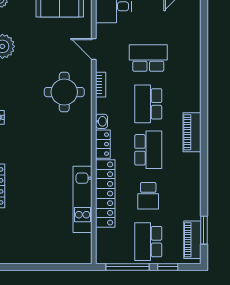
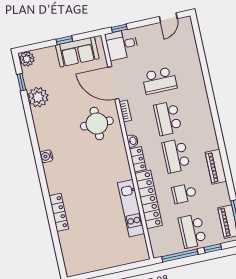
door: (94, 49) -> (113, 83), width x1.87
school desk: (148, 58) -> (160, 81), turned 180
piano: (192, 132) -> (216, 167), moved
school desk: (148, 150) -> (176, 156), turned 180
school desk: (148, 196) -> (184, 193), turned 90

